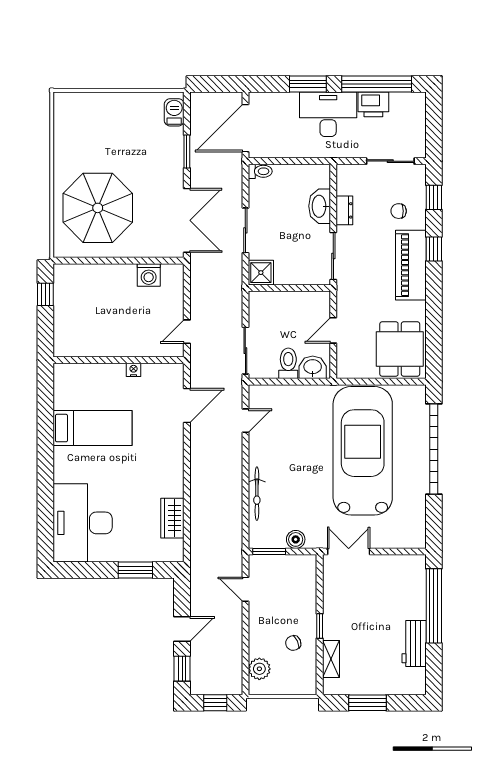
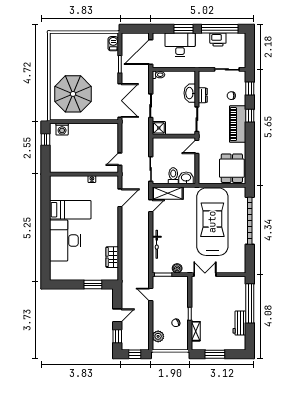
desk: (328, 114) -> (180, 45), moved
washing machine: (149, 275) -> (62, 129), moved
door: (333, 330) -> (197, 147), moved
shelving: (278, 396) -> (168, 193), added
desk: (83, 523) -> (65, 241), moved

